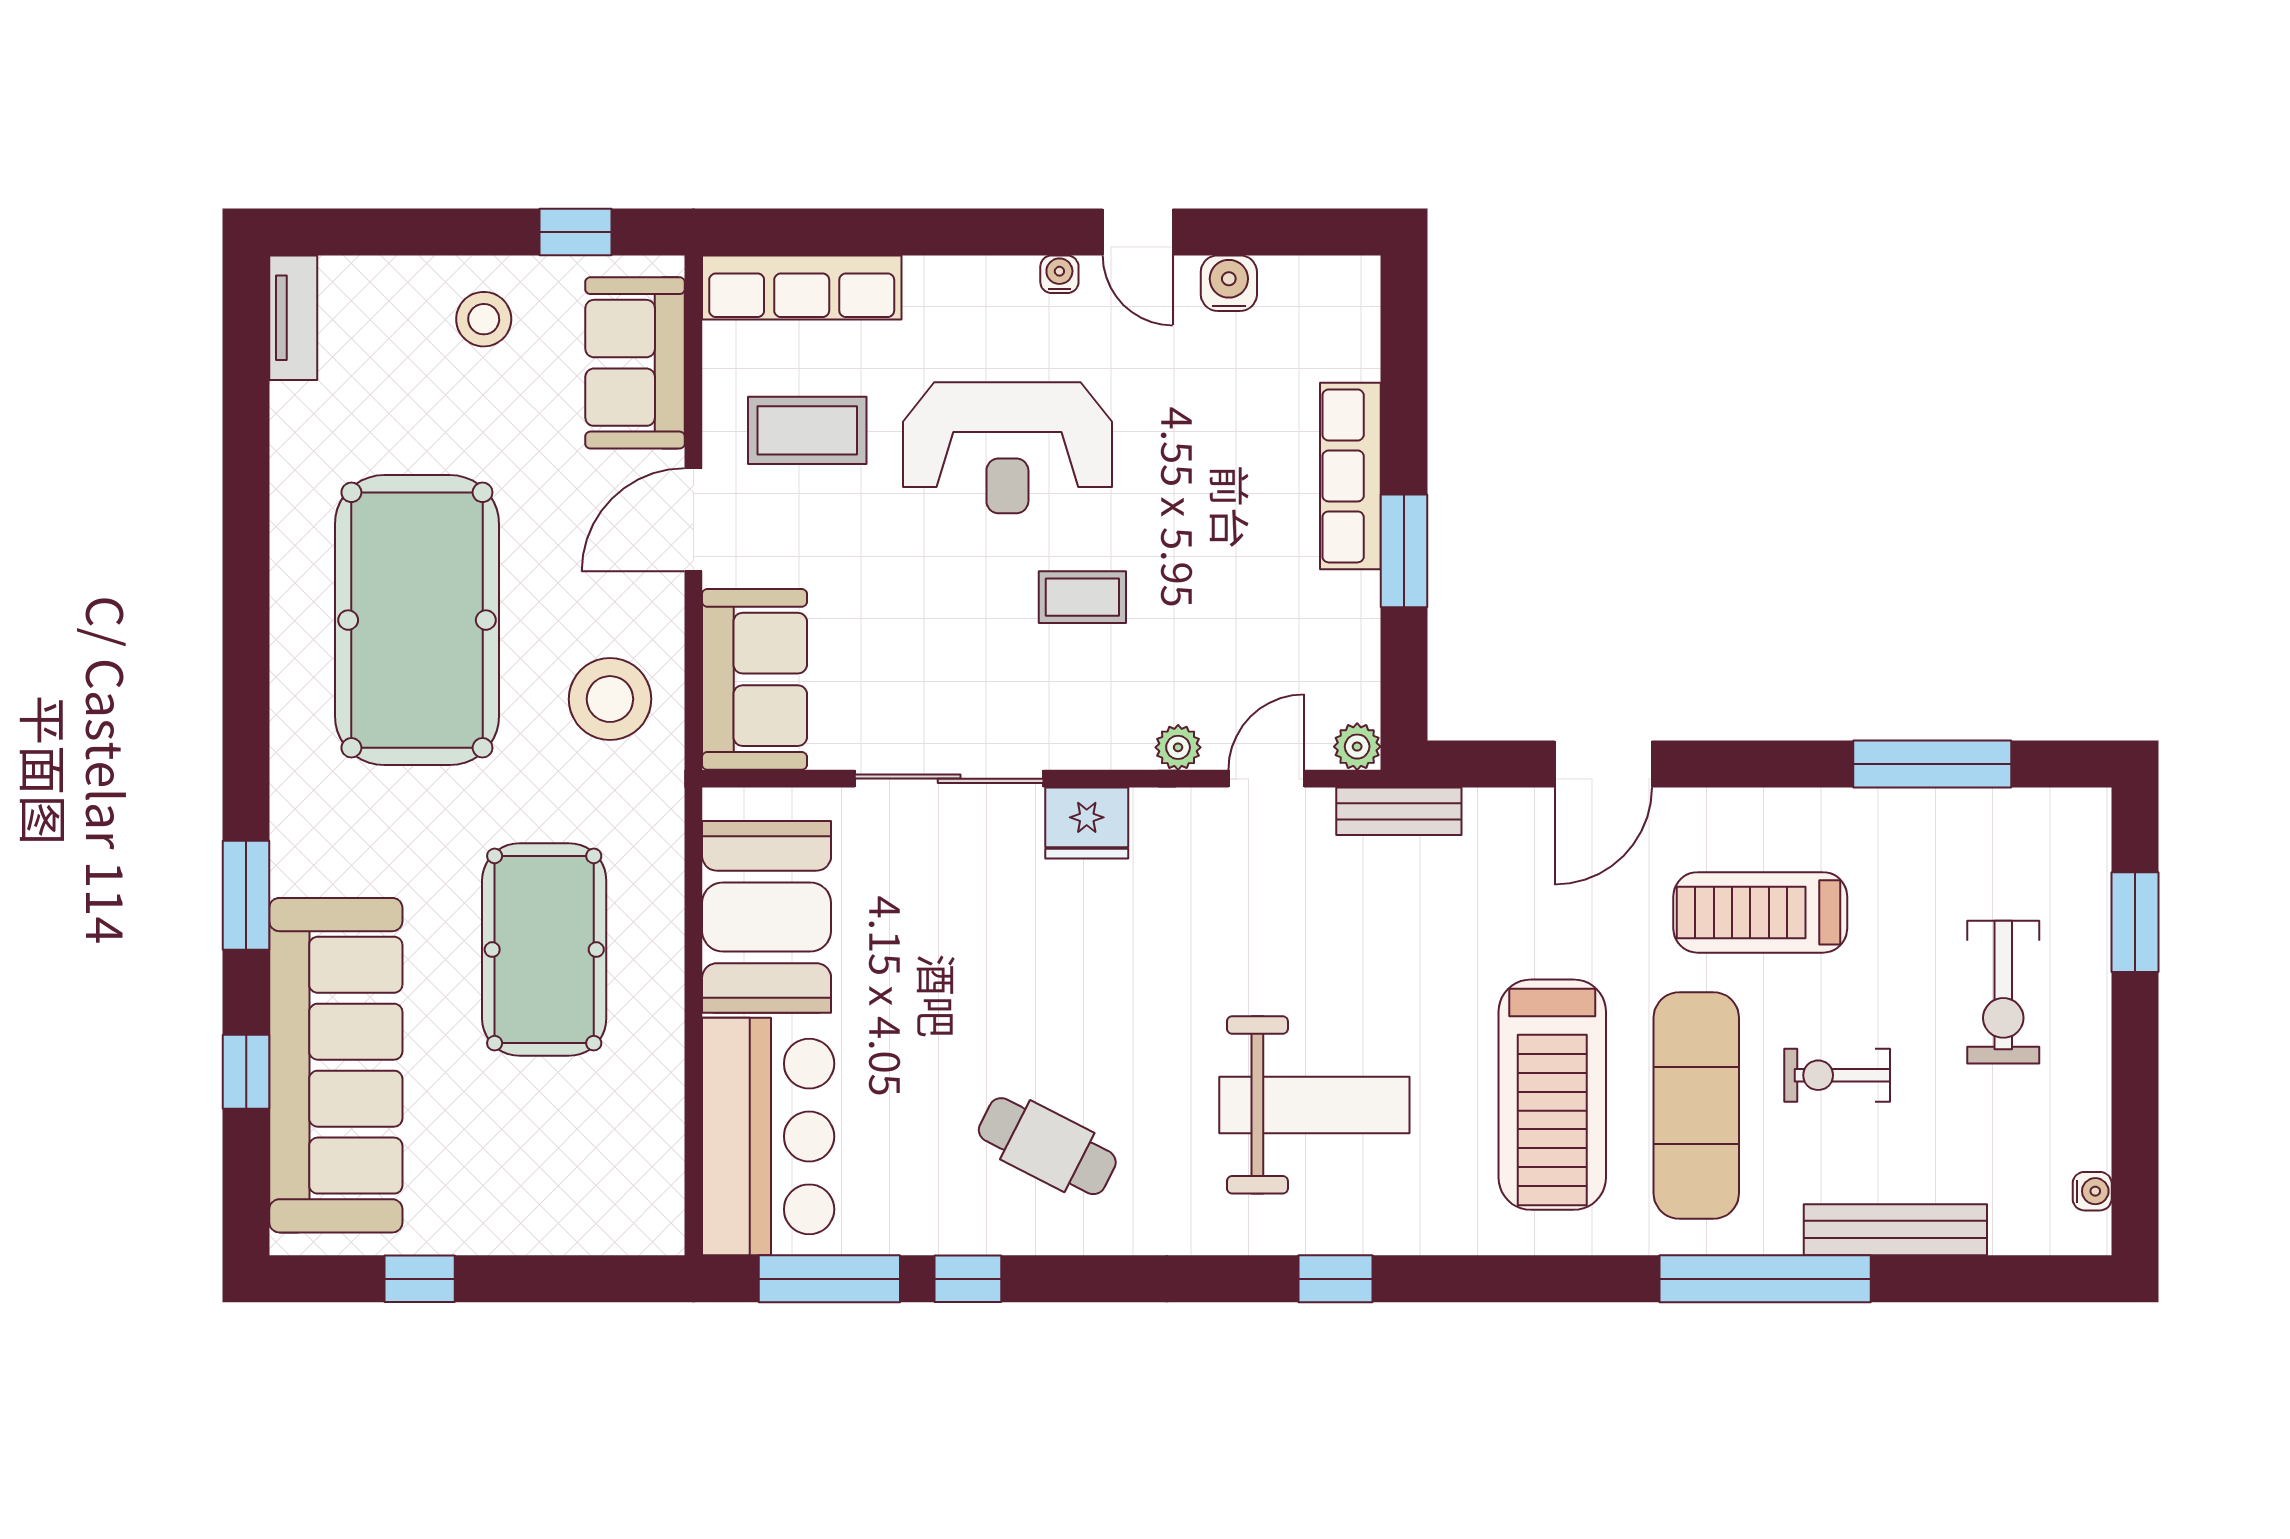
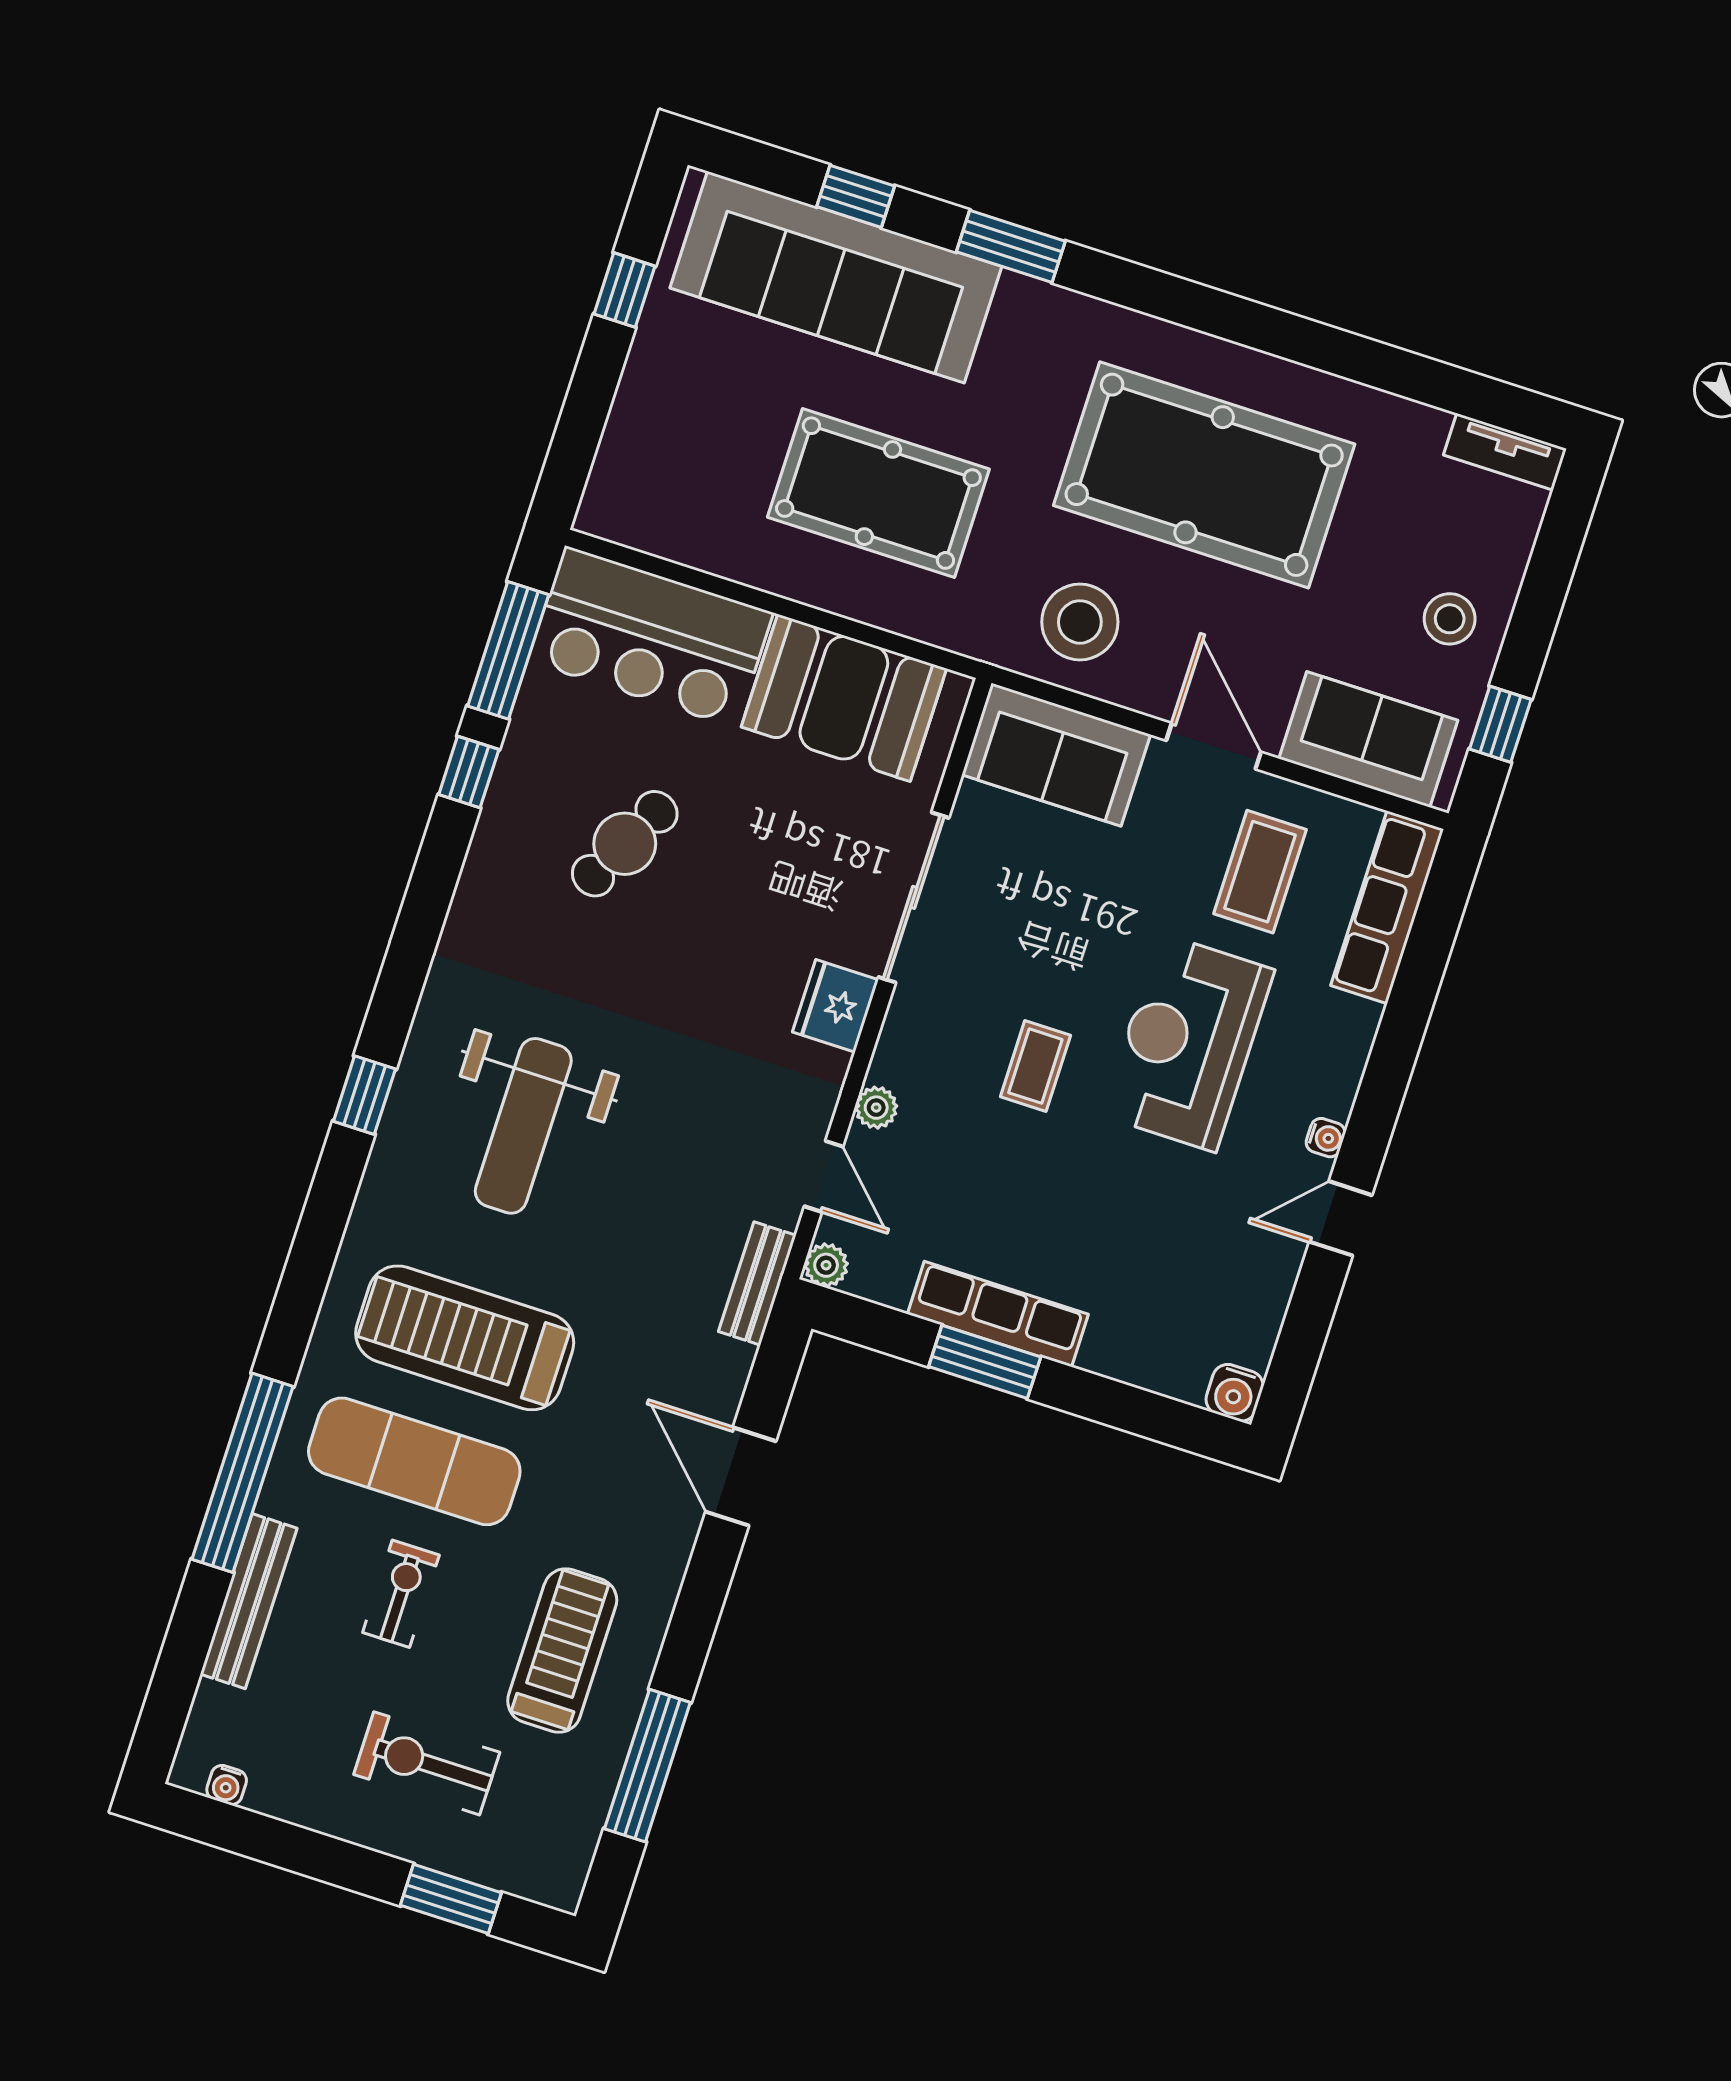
water cooler: (1229, 283) -> (1235, 1393), moved, turned 90
row of seats: (1350, 476) -> (998, 1314), moved
treadmill: (1760, 912) -> (562, 1651), moved
cafe table: (1047, 1146) -> (625, 844), moved

